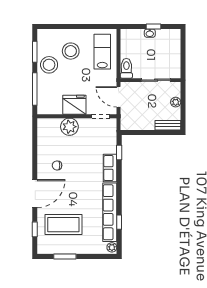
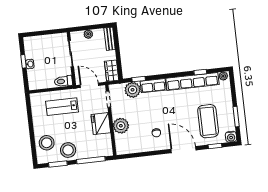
stool: (71, 51) -> (47, 143), moved
lab bench: (102, 52) -> (62, 107), moved
door: (119, 97) -> (89, 85), swing flipped
wardrobe: (132, 123) -> (112, 71), added
plant: (108, 144) -> (133, 90), added
water cooler: (43, 248) -> (231, 137), added

